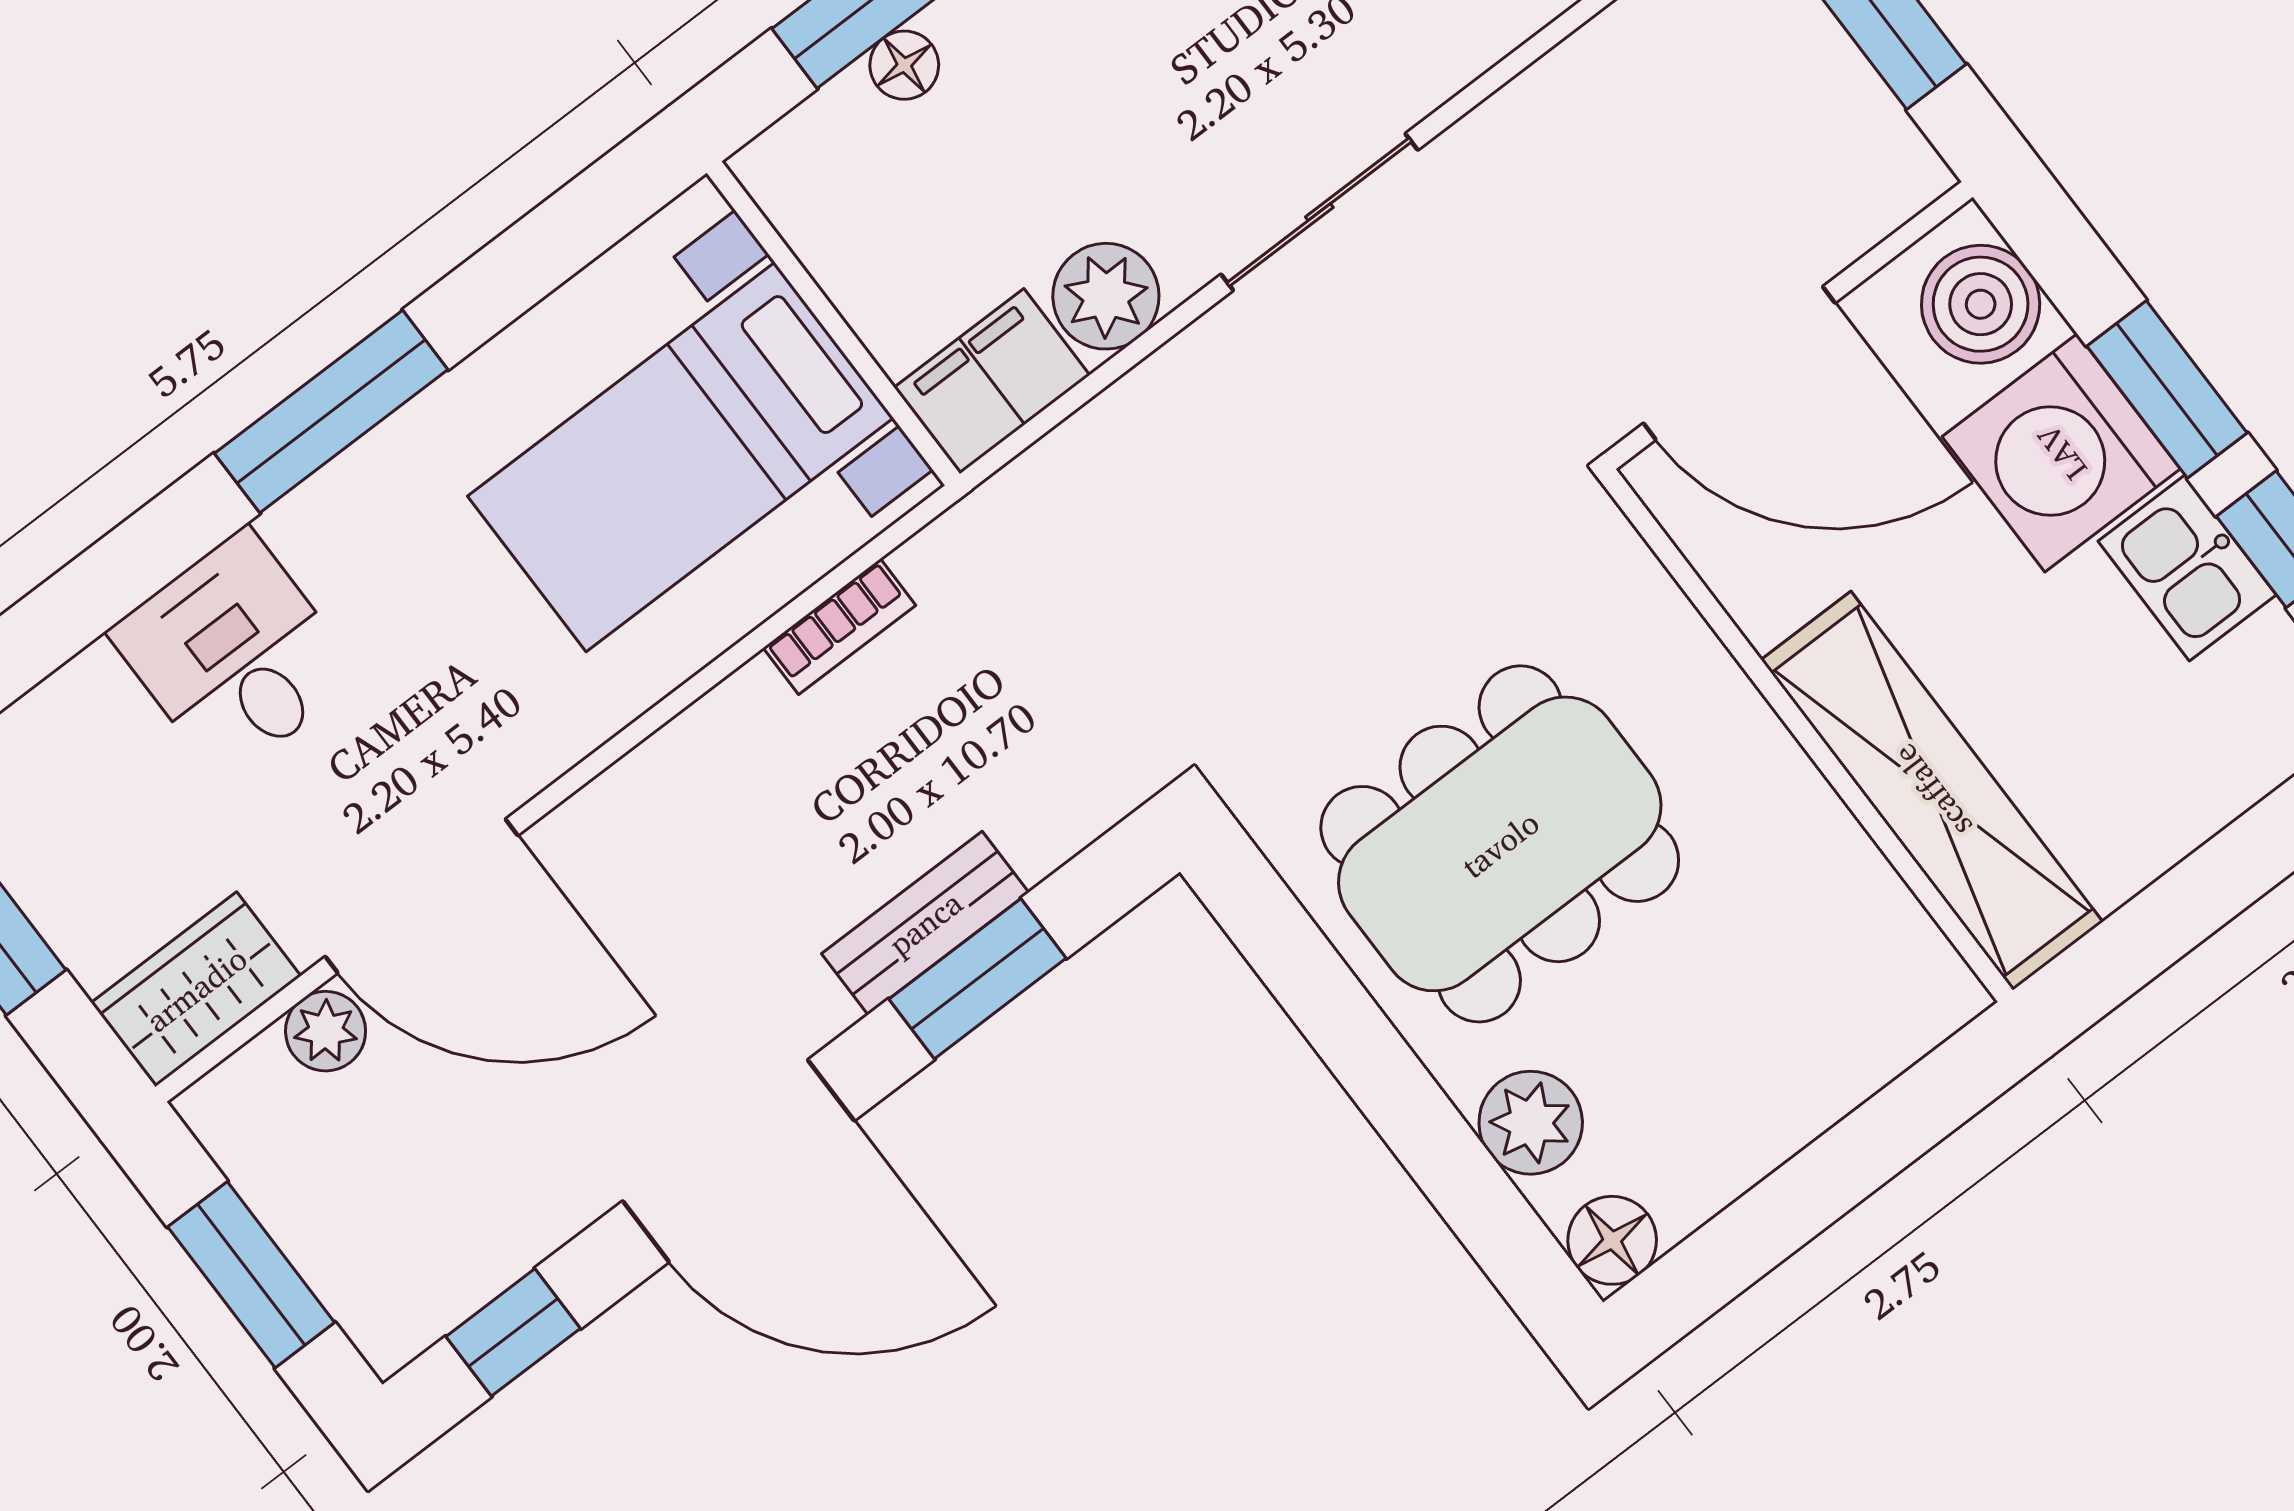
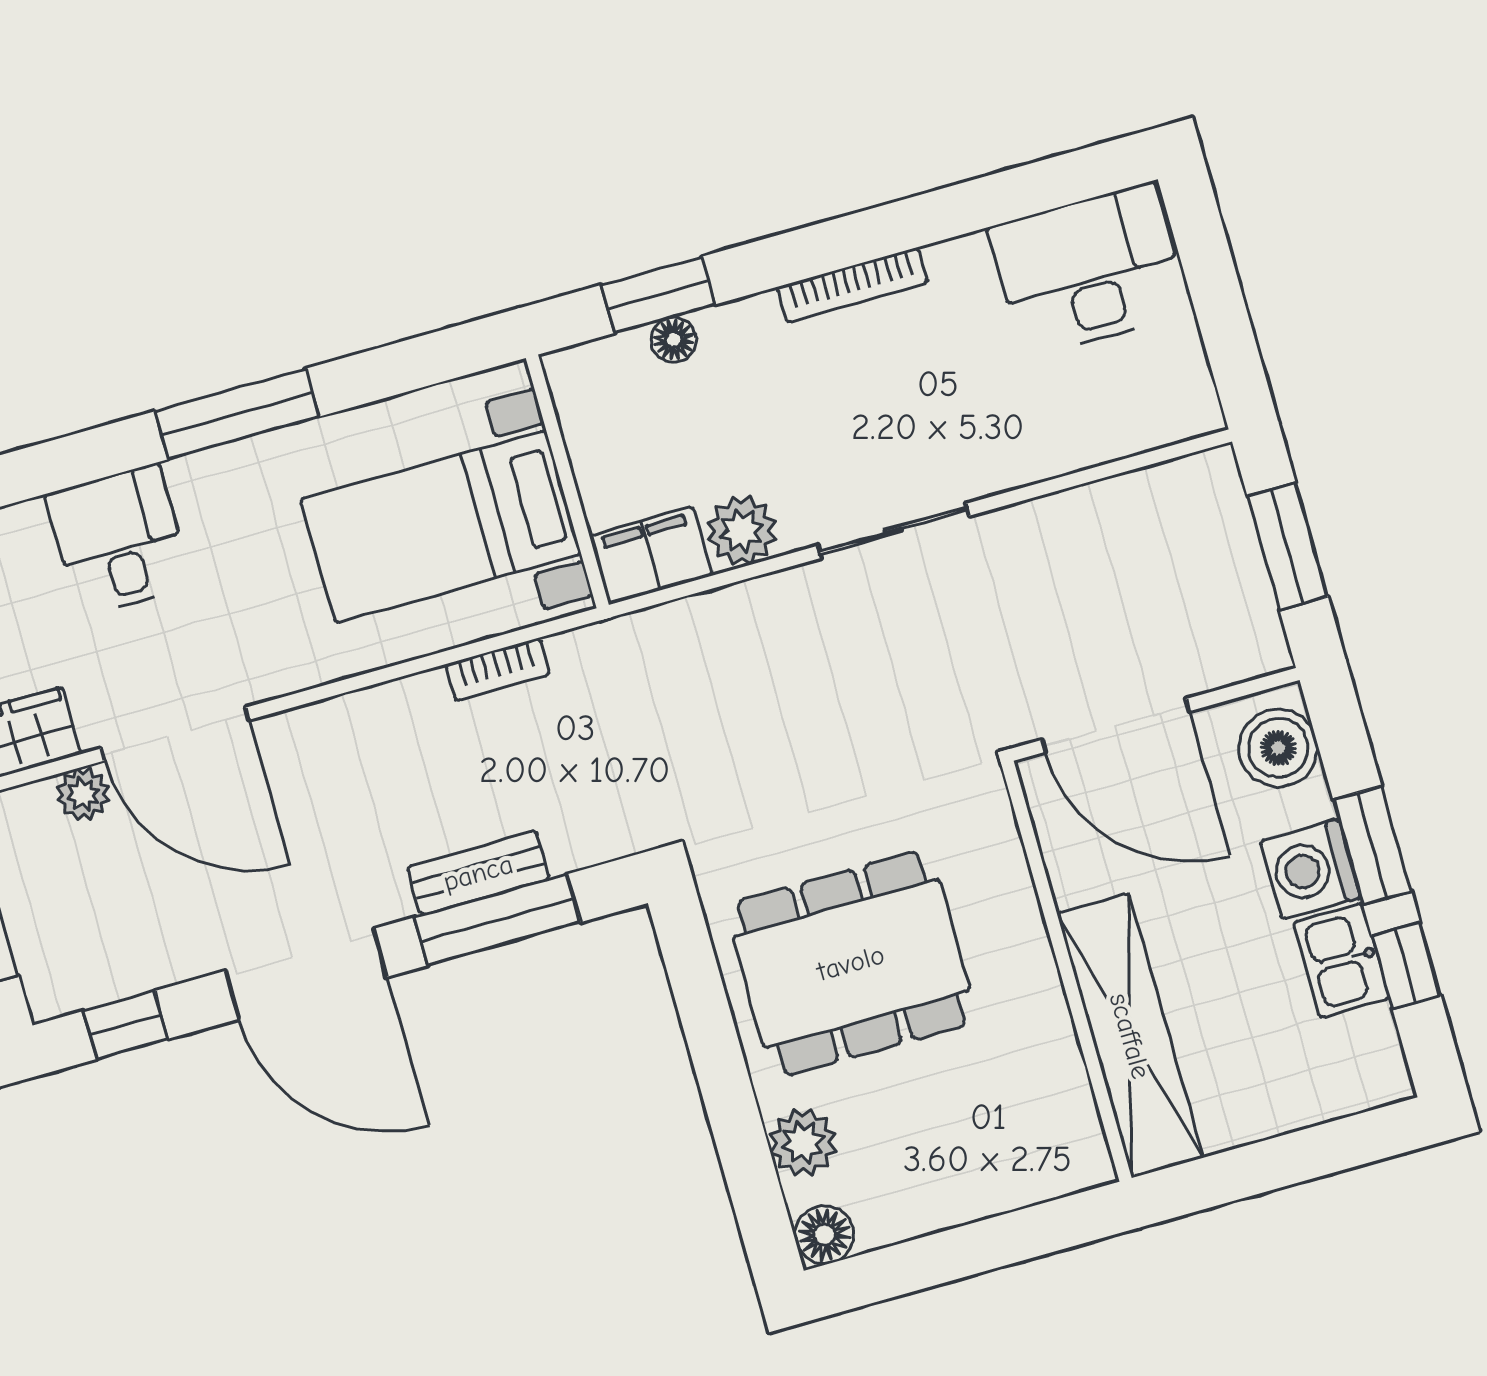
washing machine: (2061, 453) -> (1311, 869), width x0.73, depth x0.73
window: (978, 979) -> (497, 920), width x1.44

